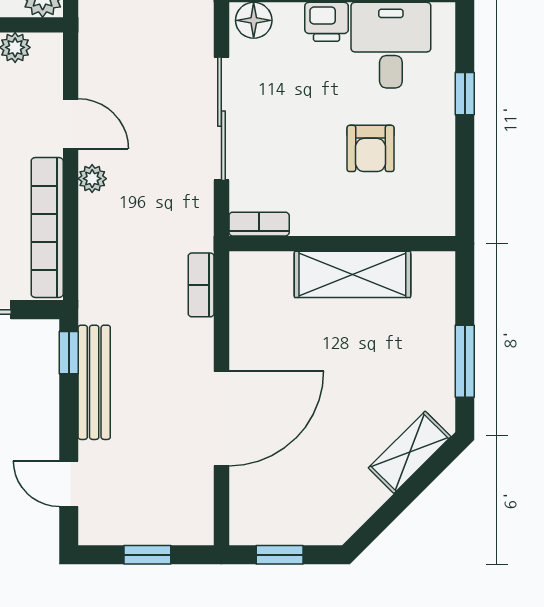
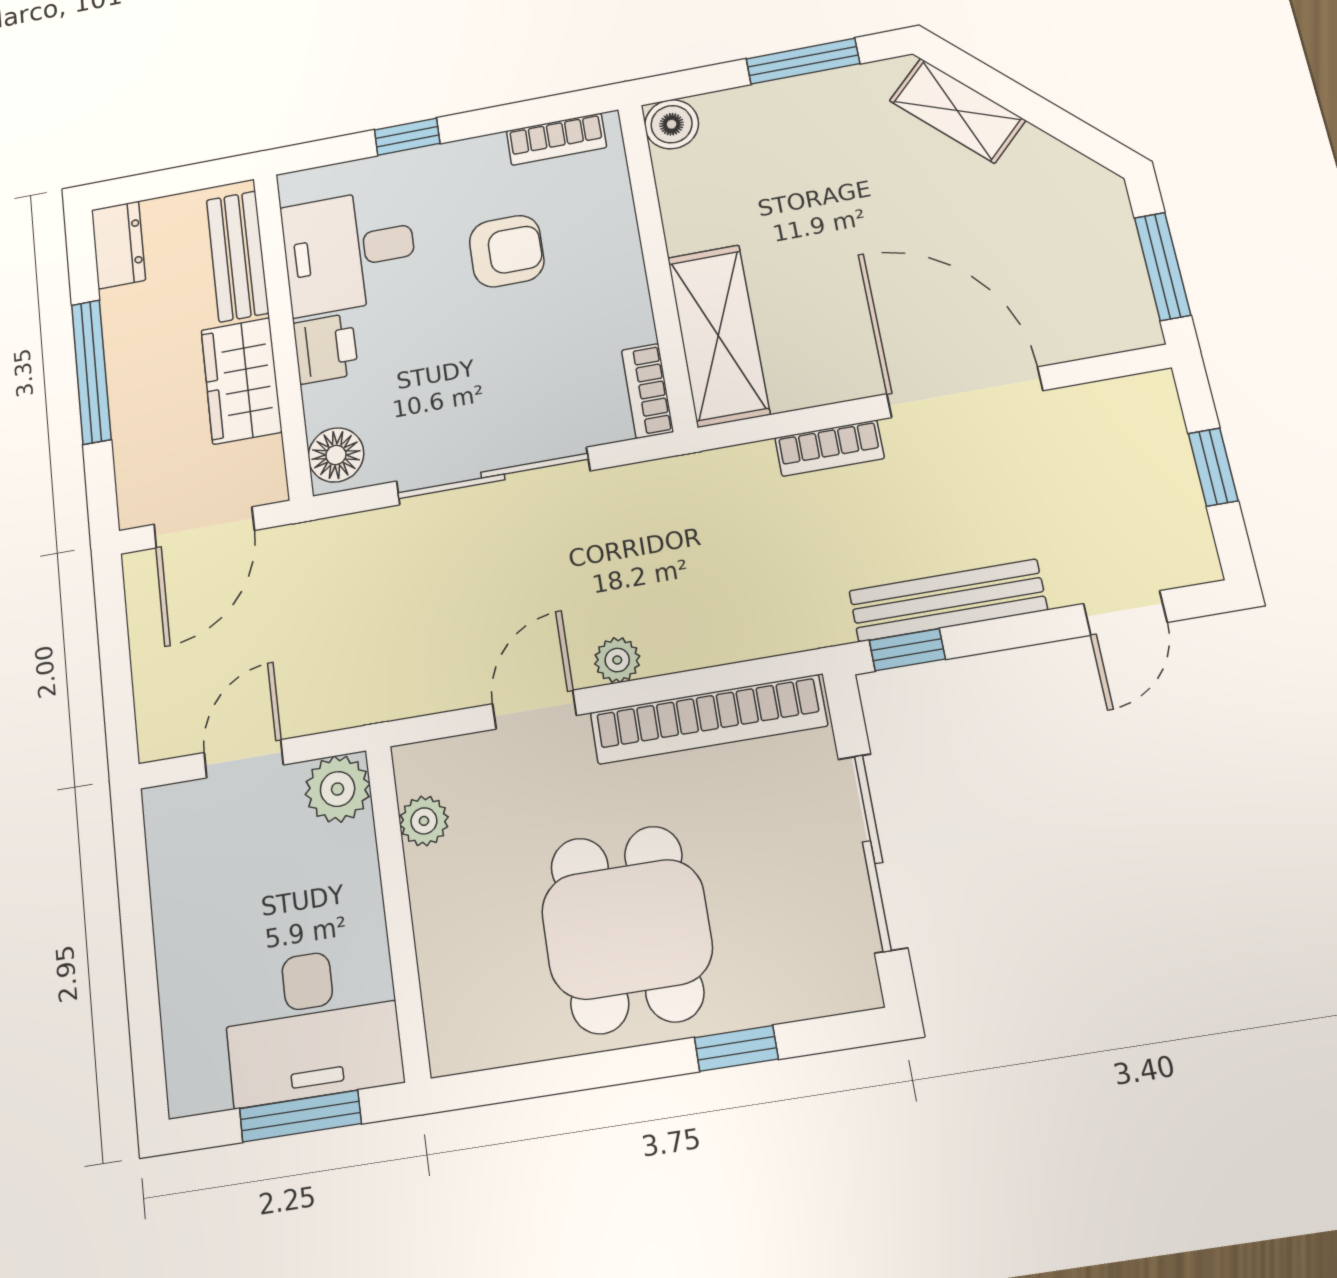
bookcase: (443, 192) -> (556, 139), added
boiler: (438, 269) -> (672, 124), added
shelving: (352, 274) -> (718, 335), moved
bookcase: (201, 285) -> (830, 448), moved
window: (280, 555) -> (1162, 266), width x1.50

